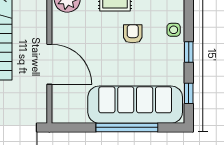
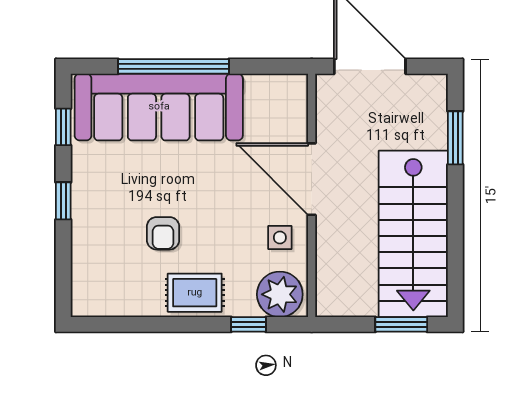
side table: (174, 30) -> (280, 237), moved

